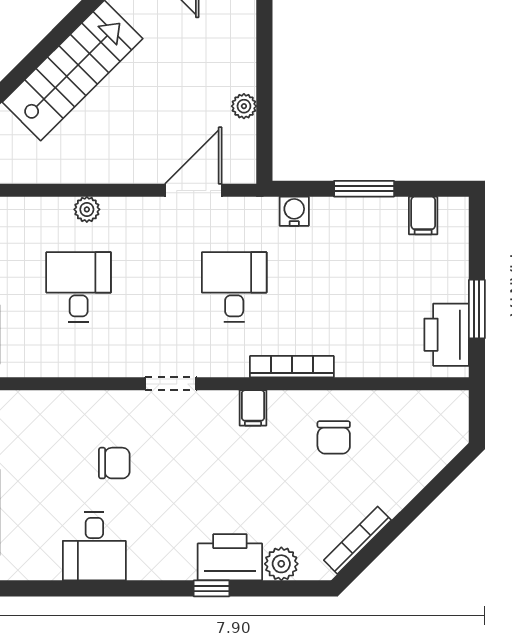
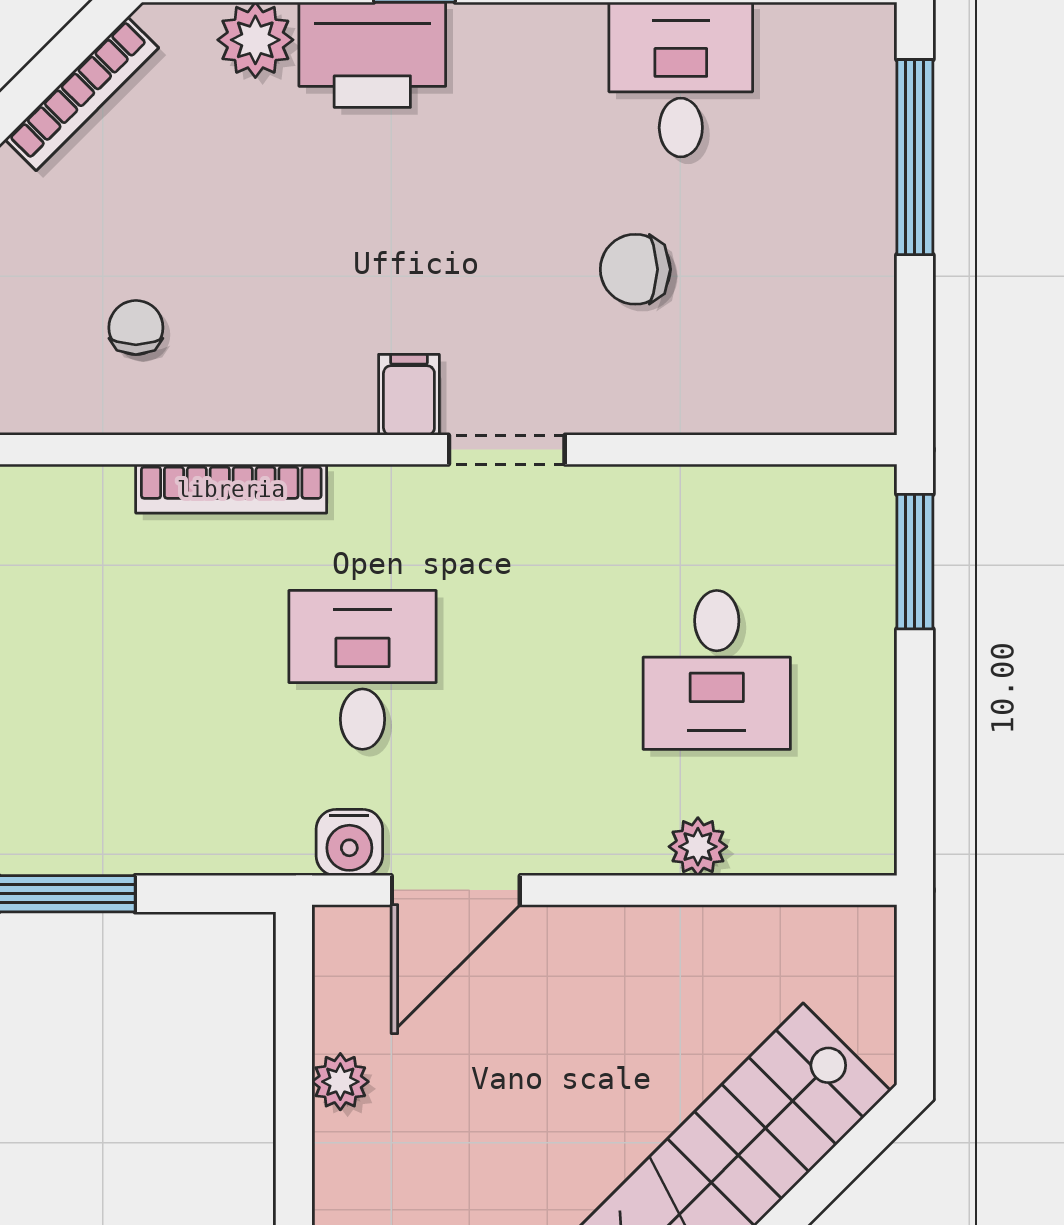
water cooler: (294, 211) -> (349, 843), moved
desk: (234, 287) -> (362, 670), turned 180
filing cabinet: (253, 408) -> (409, 395), moved
chair: (334, 437) -> (136, 328), width x0.73, depth x0.73

